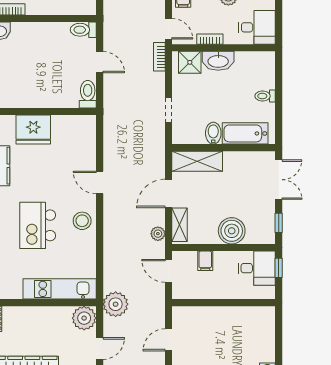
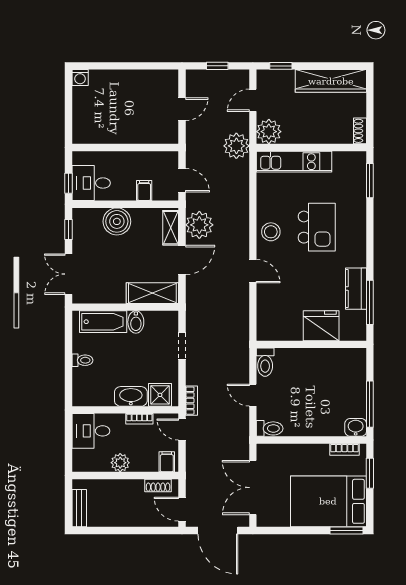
plant: (158, 234) -> (199, 225), width x1.88, depth x1.88

